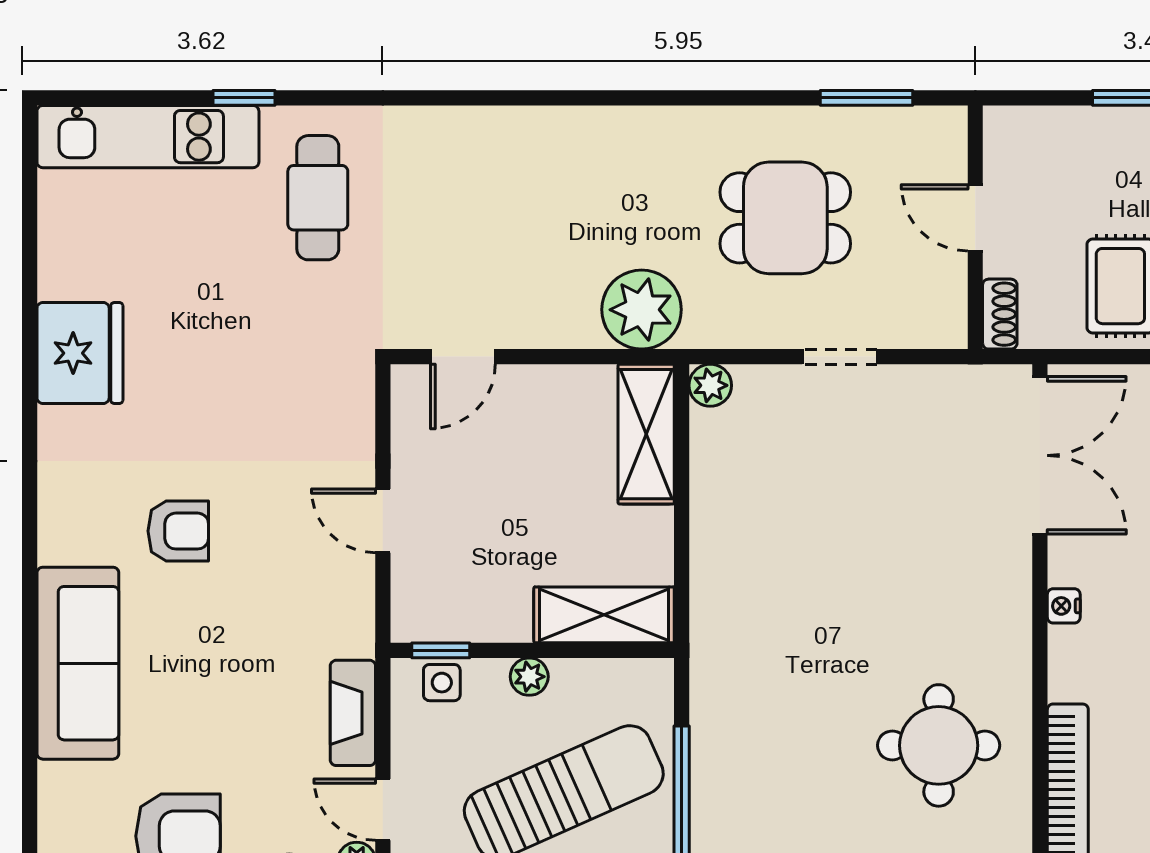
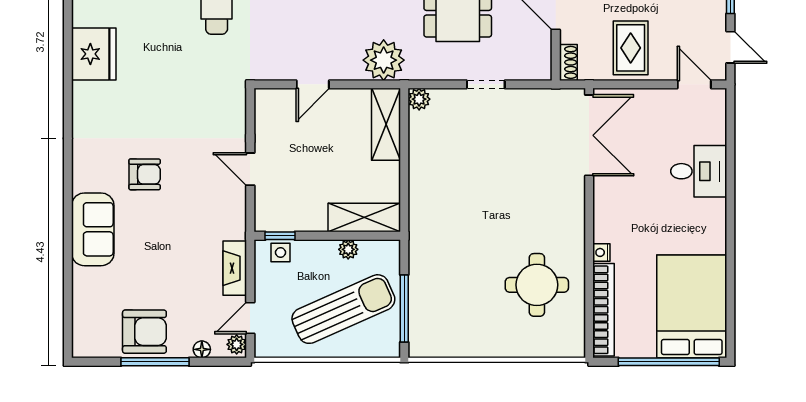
fridge: (80, 353) -> (94, 54), moved
door: (463, 357) -> (313, 84), moved
nightstand: (1064, 606) -> (601, 252), moved
sofa: (78, 663) -> (93, 229), width x0.73
plant: (529, 677) -> (348, 249), moved
door: (383, 810) -> (250, 318), hinge flipped

